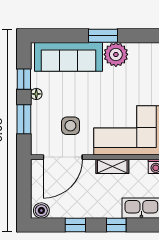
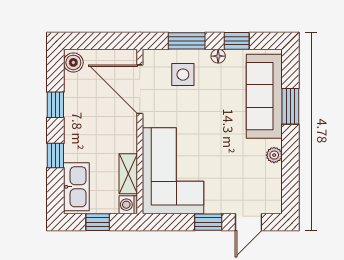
window: (103, 36) -> (290, 106), moved
plant: (116, 54) -> (274, 155), width x0.53, depth x0.53
side table: (70, 126) -> (183, 75), moved
shelving: (112, 166) -> (128, 174), moved

